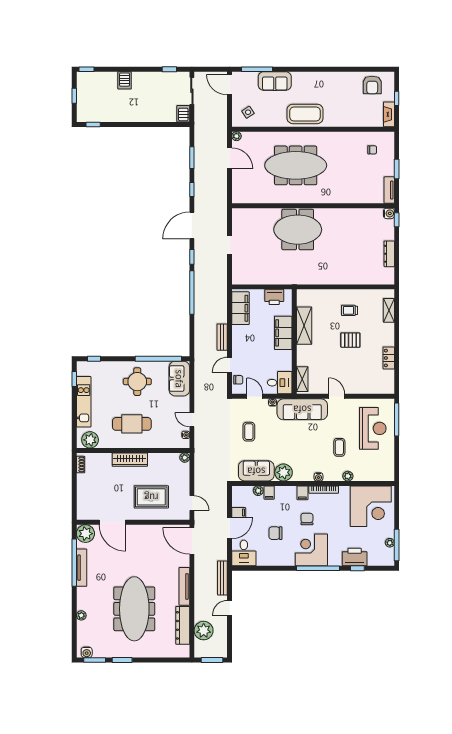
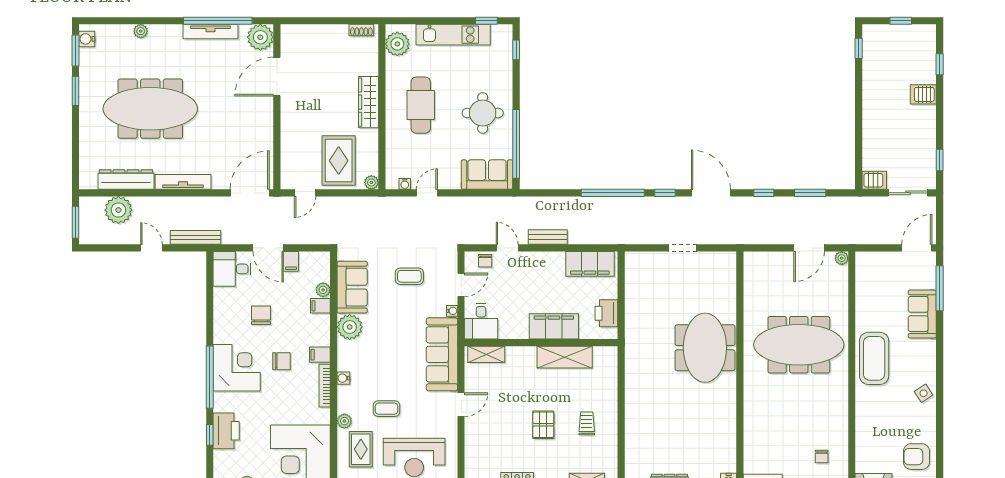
window: (87, 69) -> (940, 64), moved
side table: (248, 112) -> (924, 393), moved
meeting table: (296, 165) -> (799, 345), turned 90
rug: (367, 465) -> (361, 449), added
rug: (151, 497) -> (339, 161), moved

